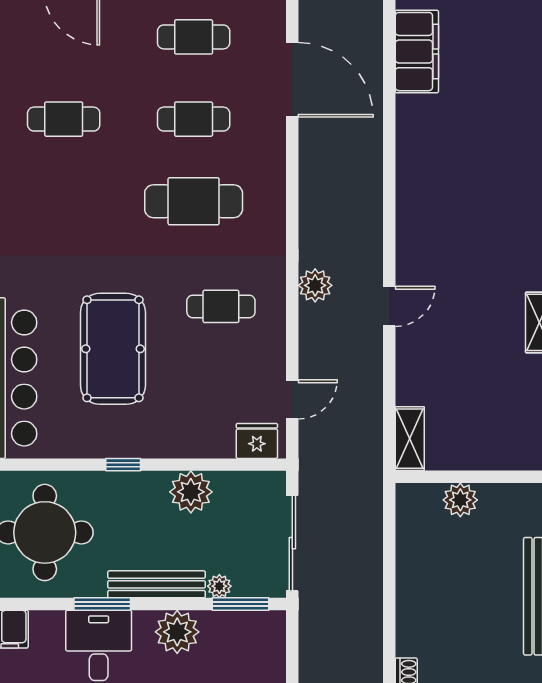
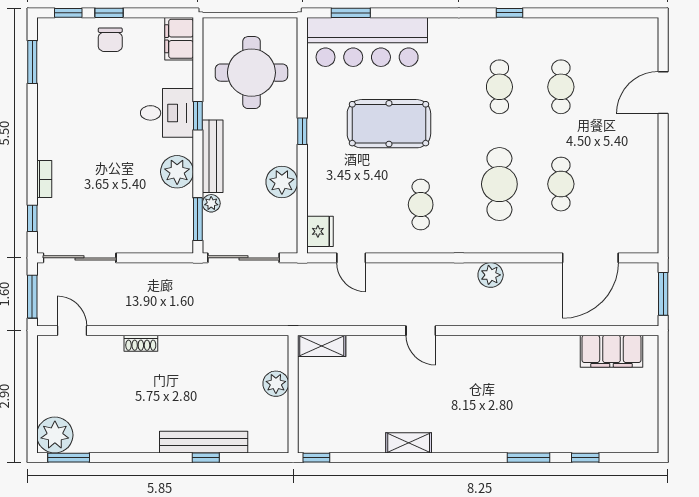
cafe table: (194, 37) -> (499, 87), moved
plant: (315, 285) -> (491, 275), moved
window: (102, 604) -> (198, 116), width x0.67

